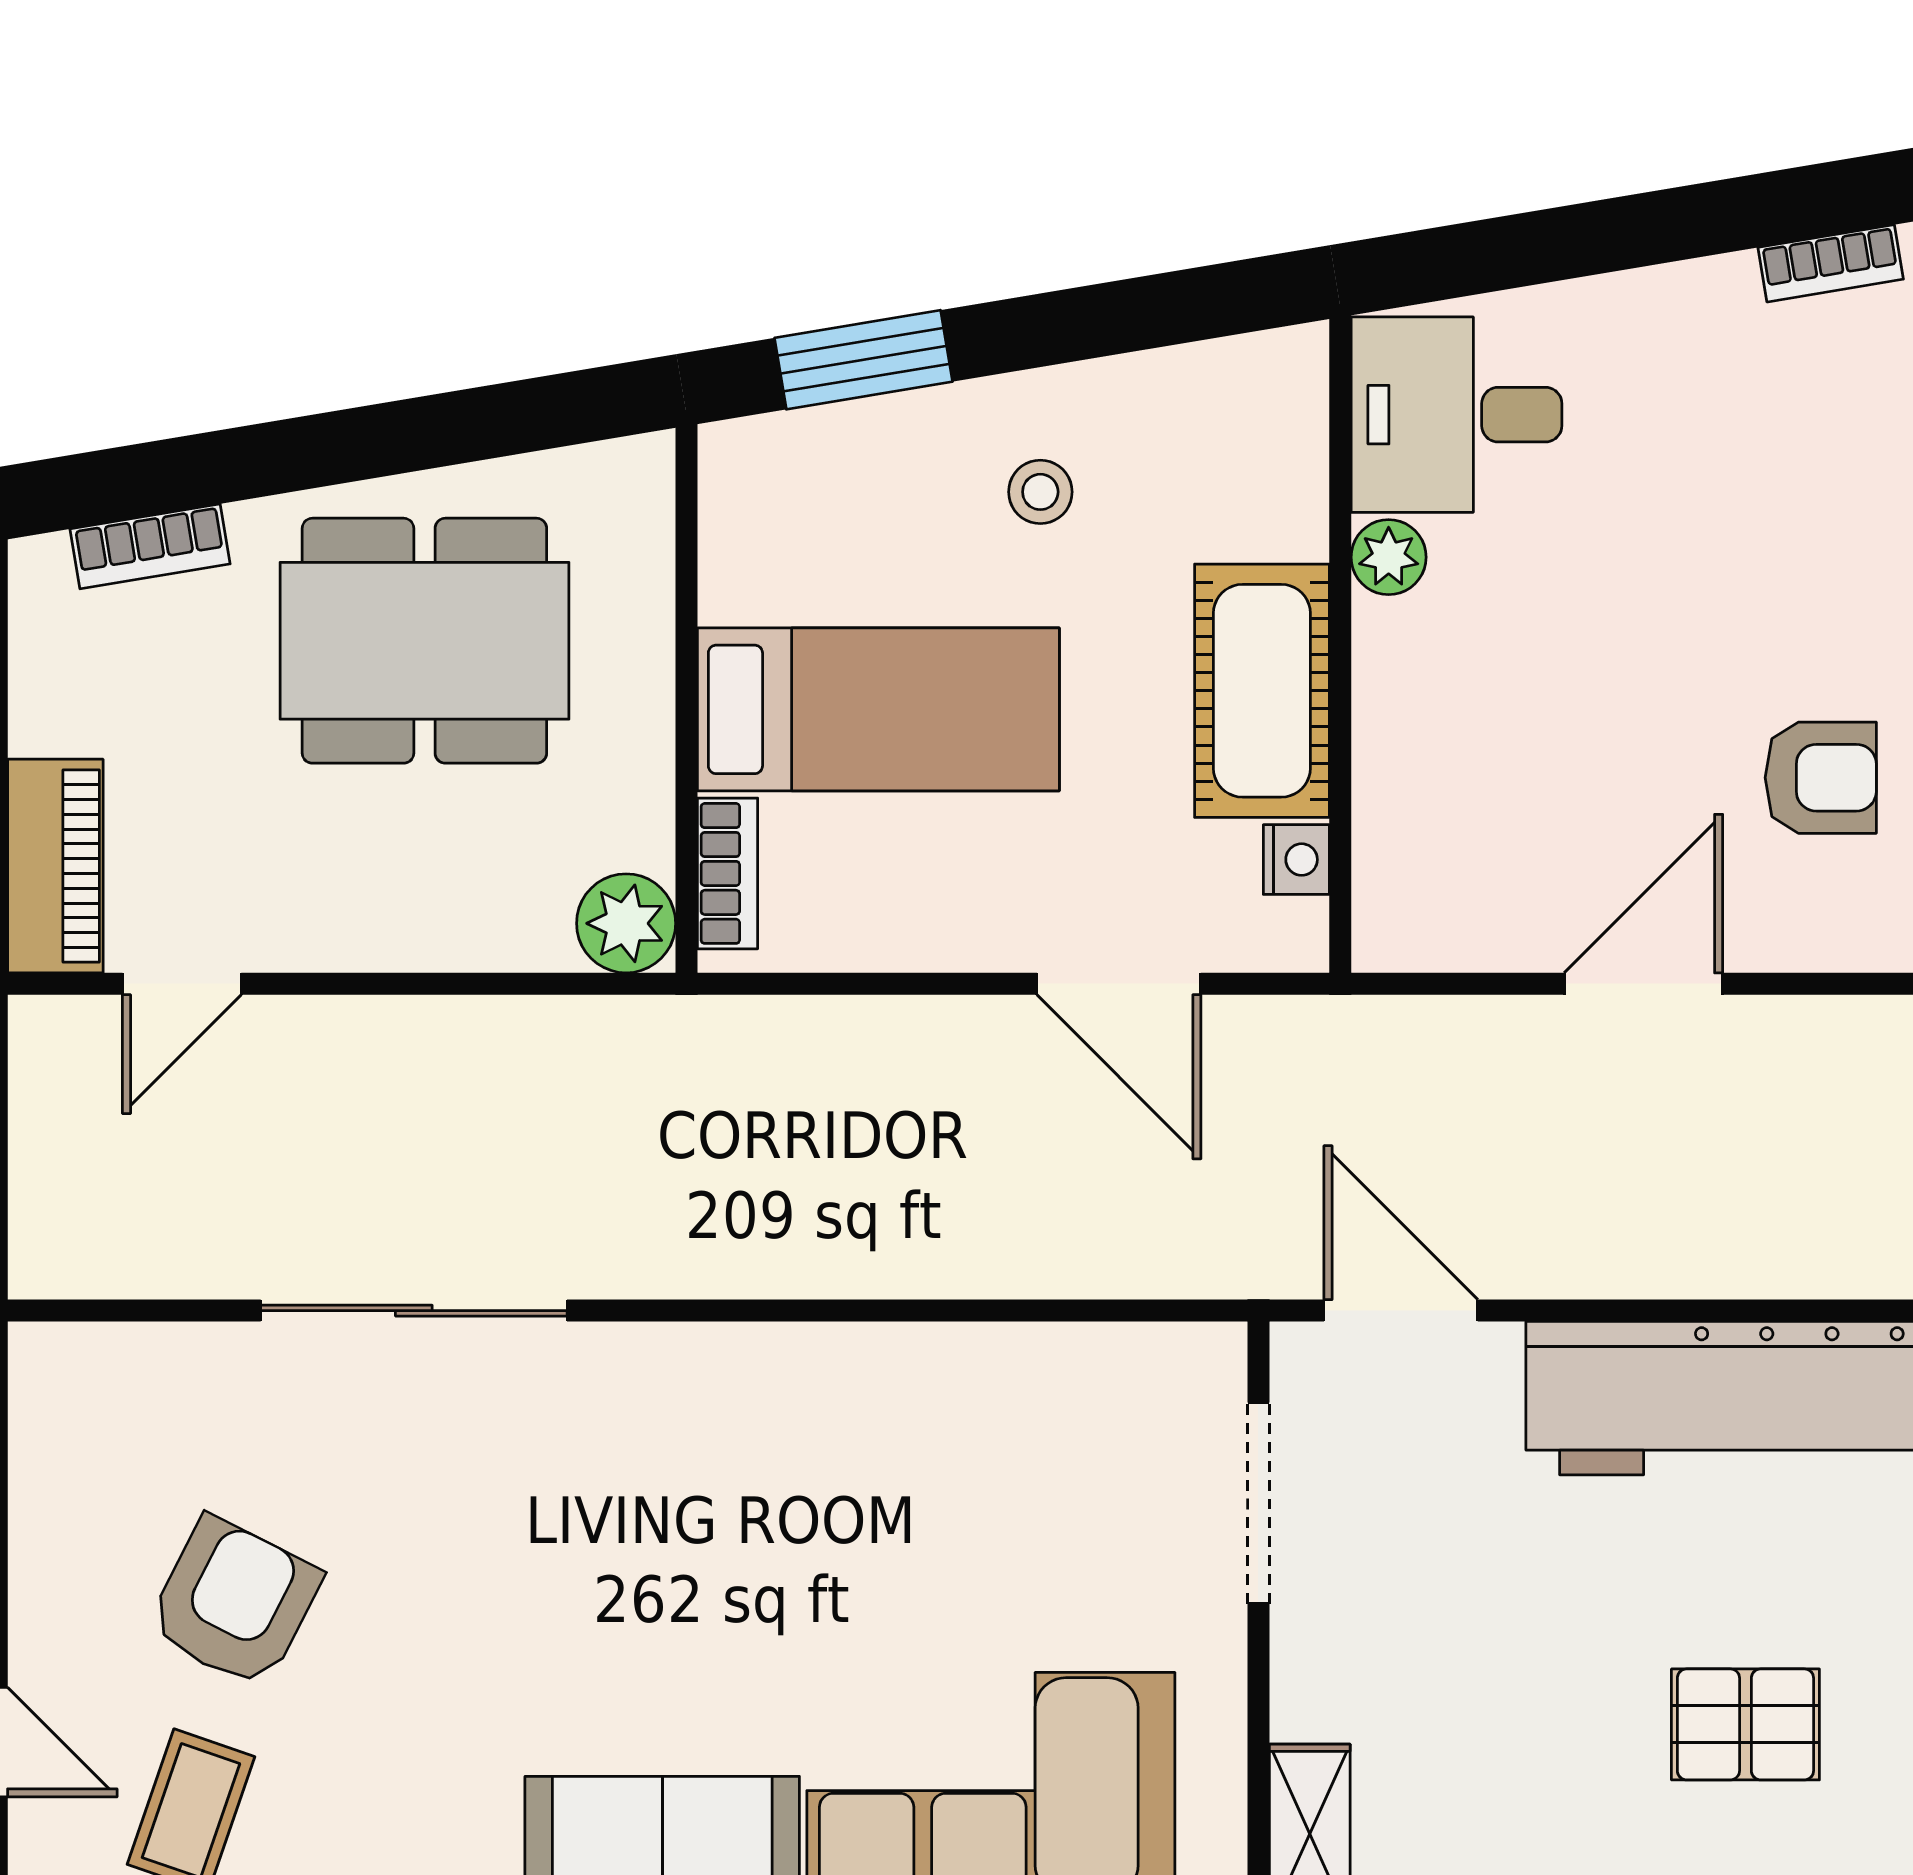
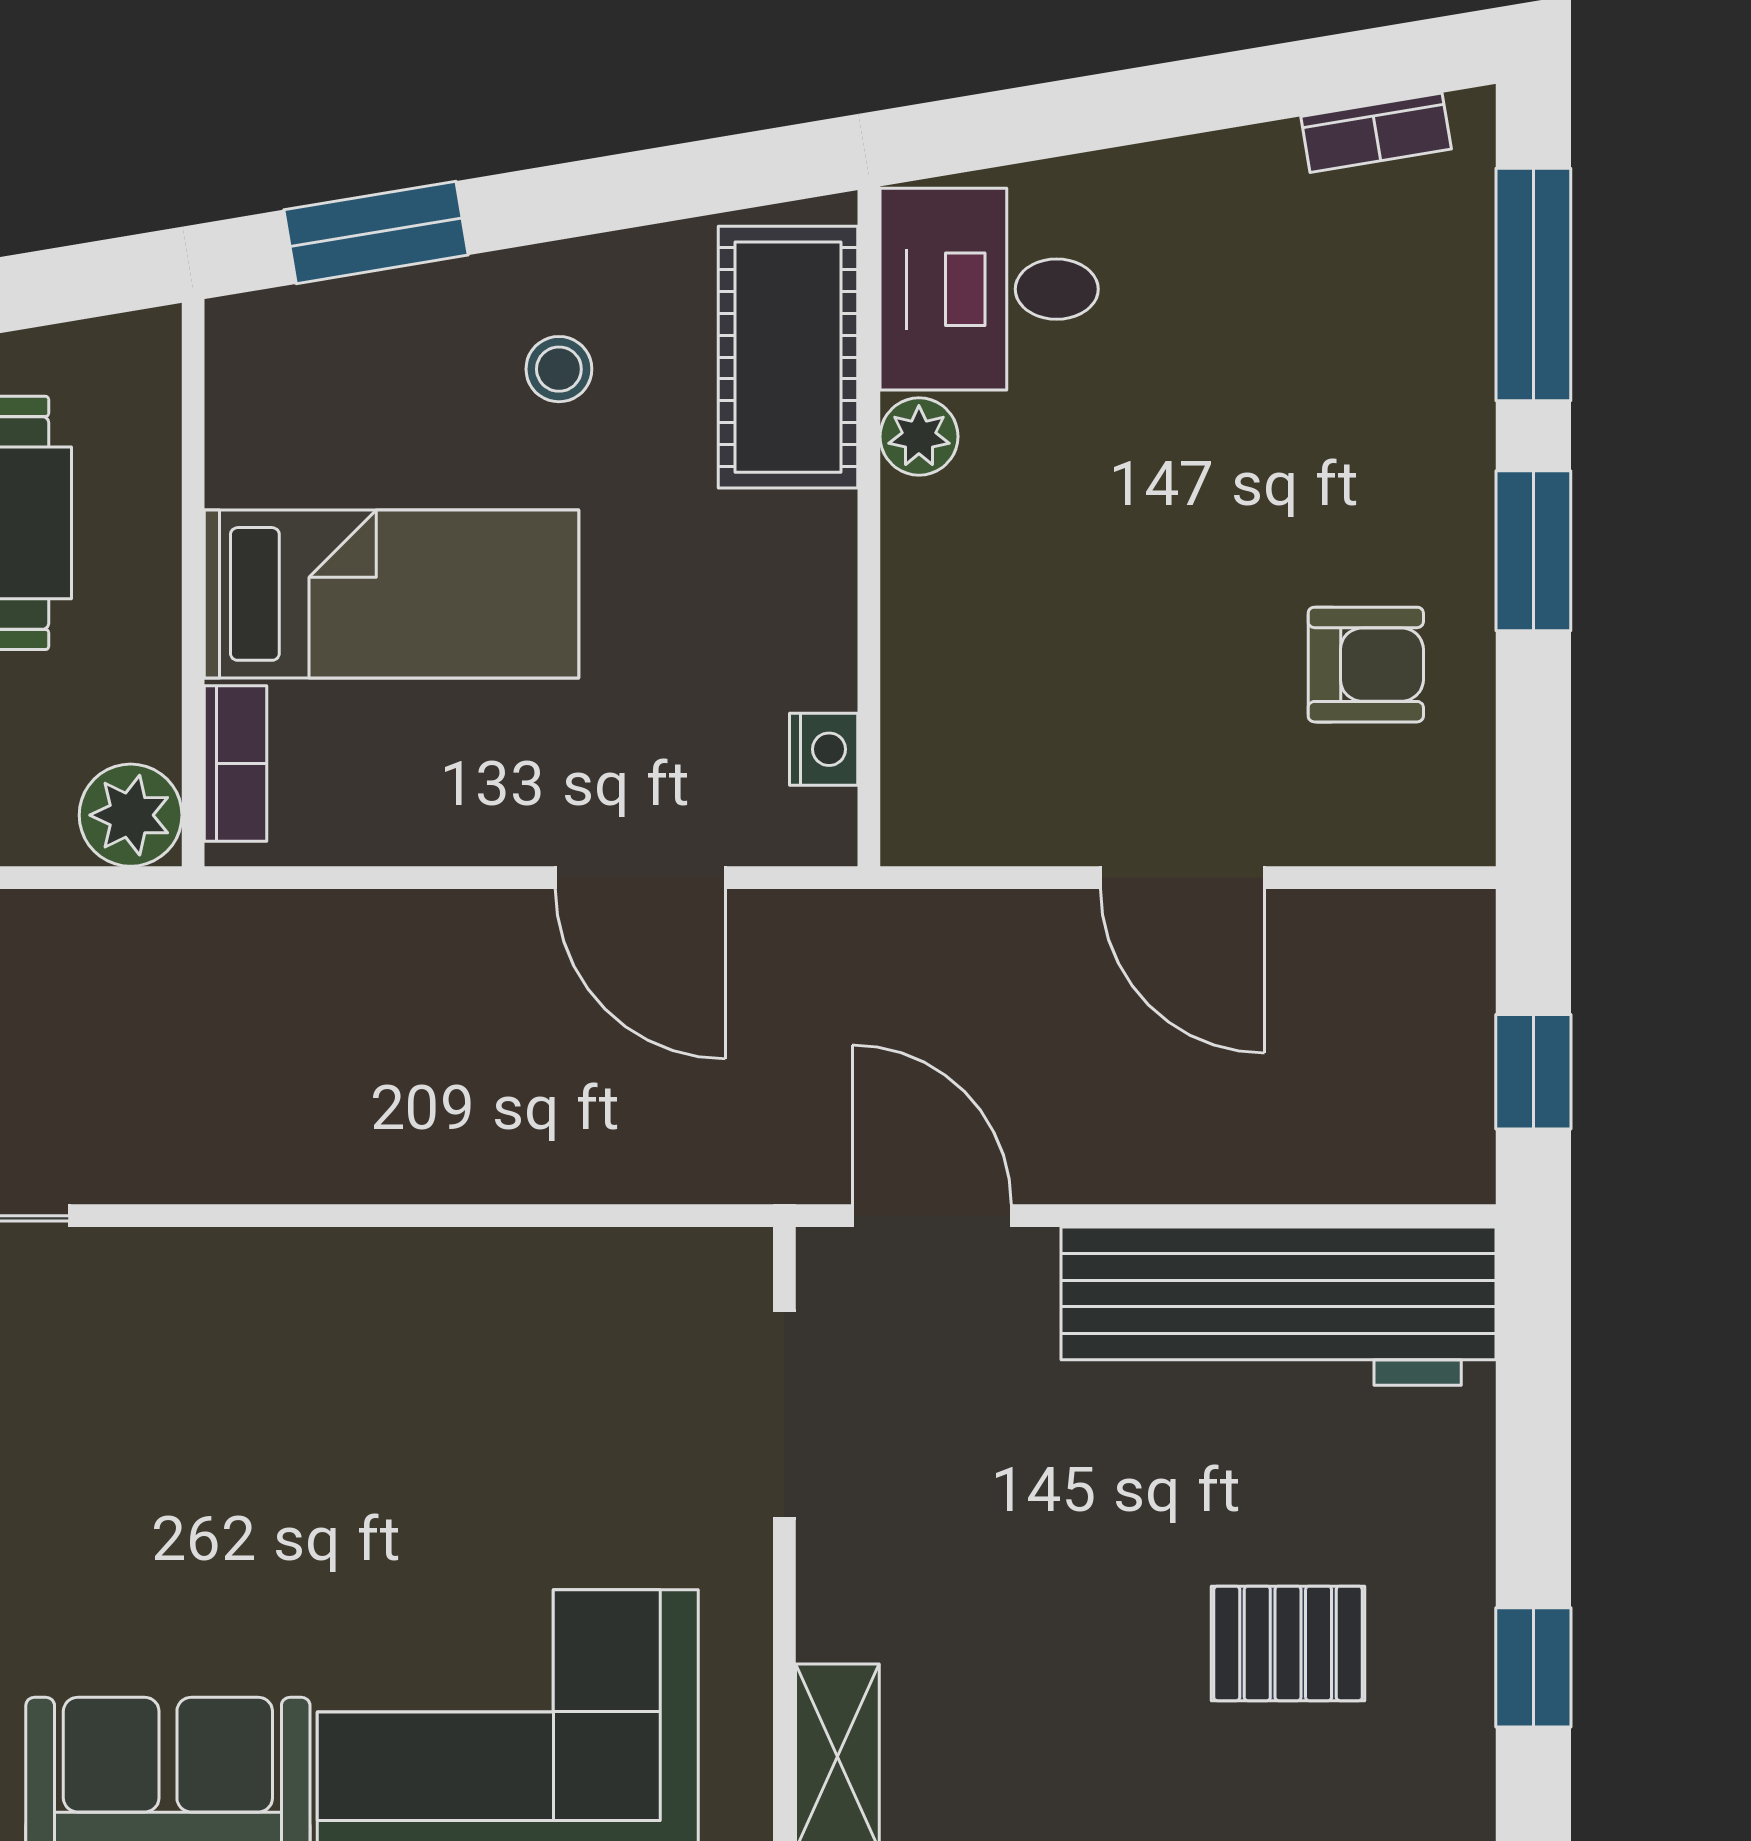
cot: (1262, 691) -> (788, 357), moved
door: (1643, 984) -> (1182, 878), swing flipped

